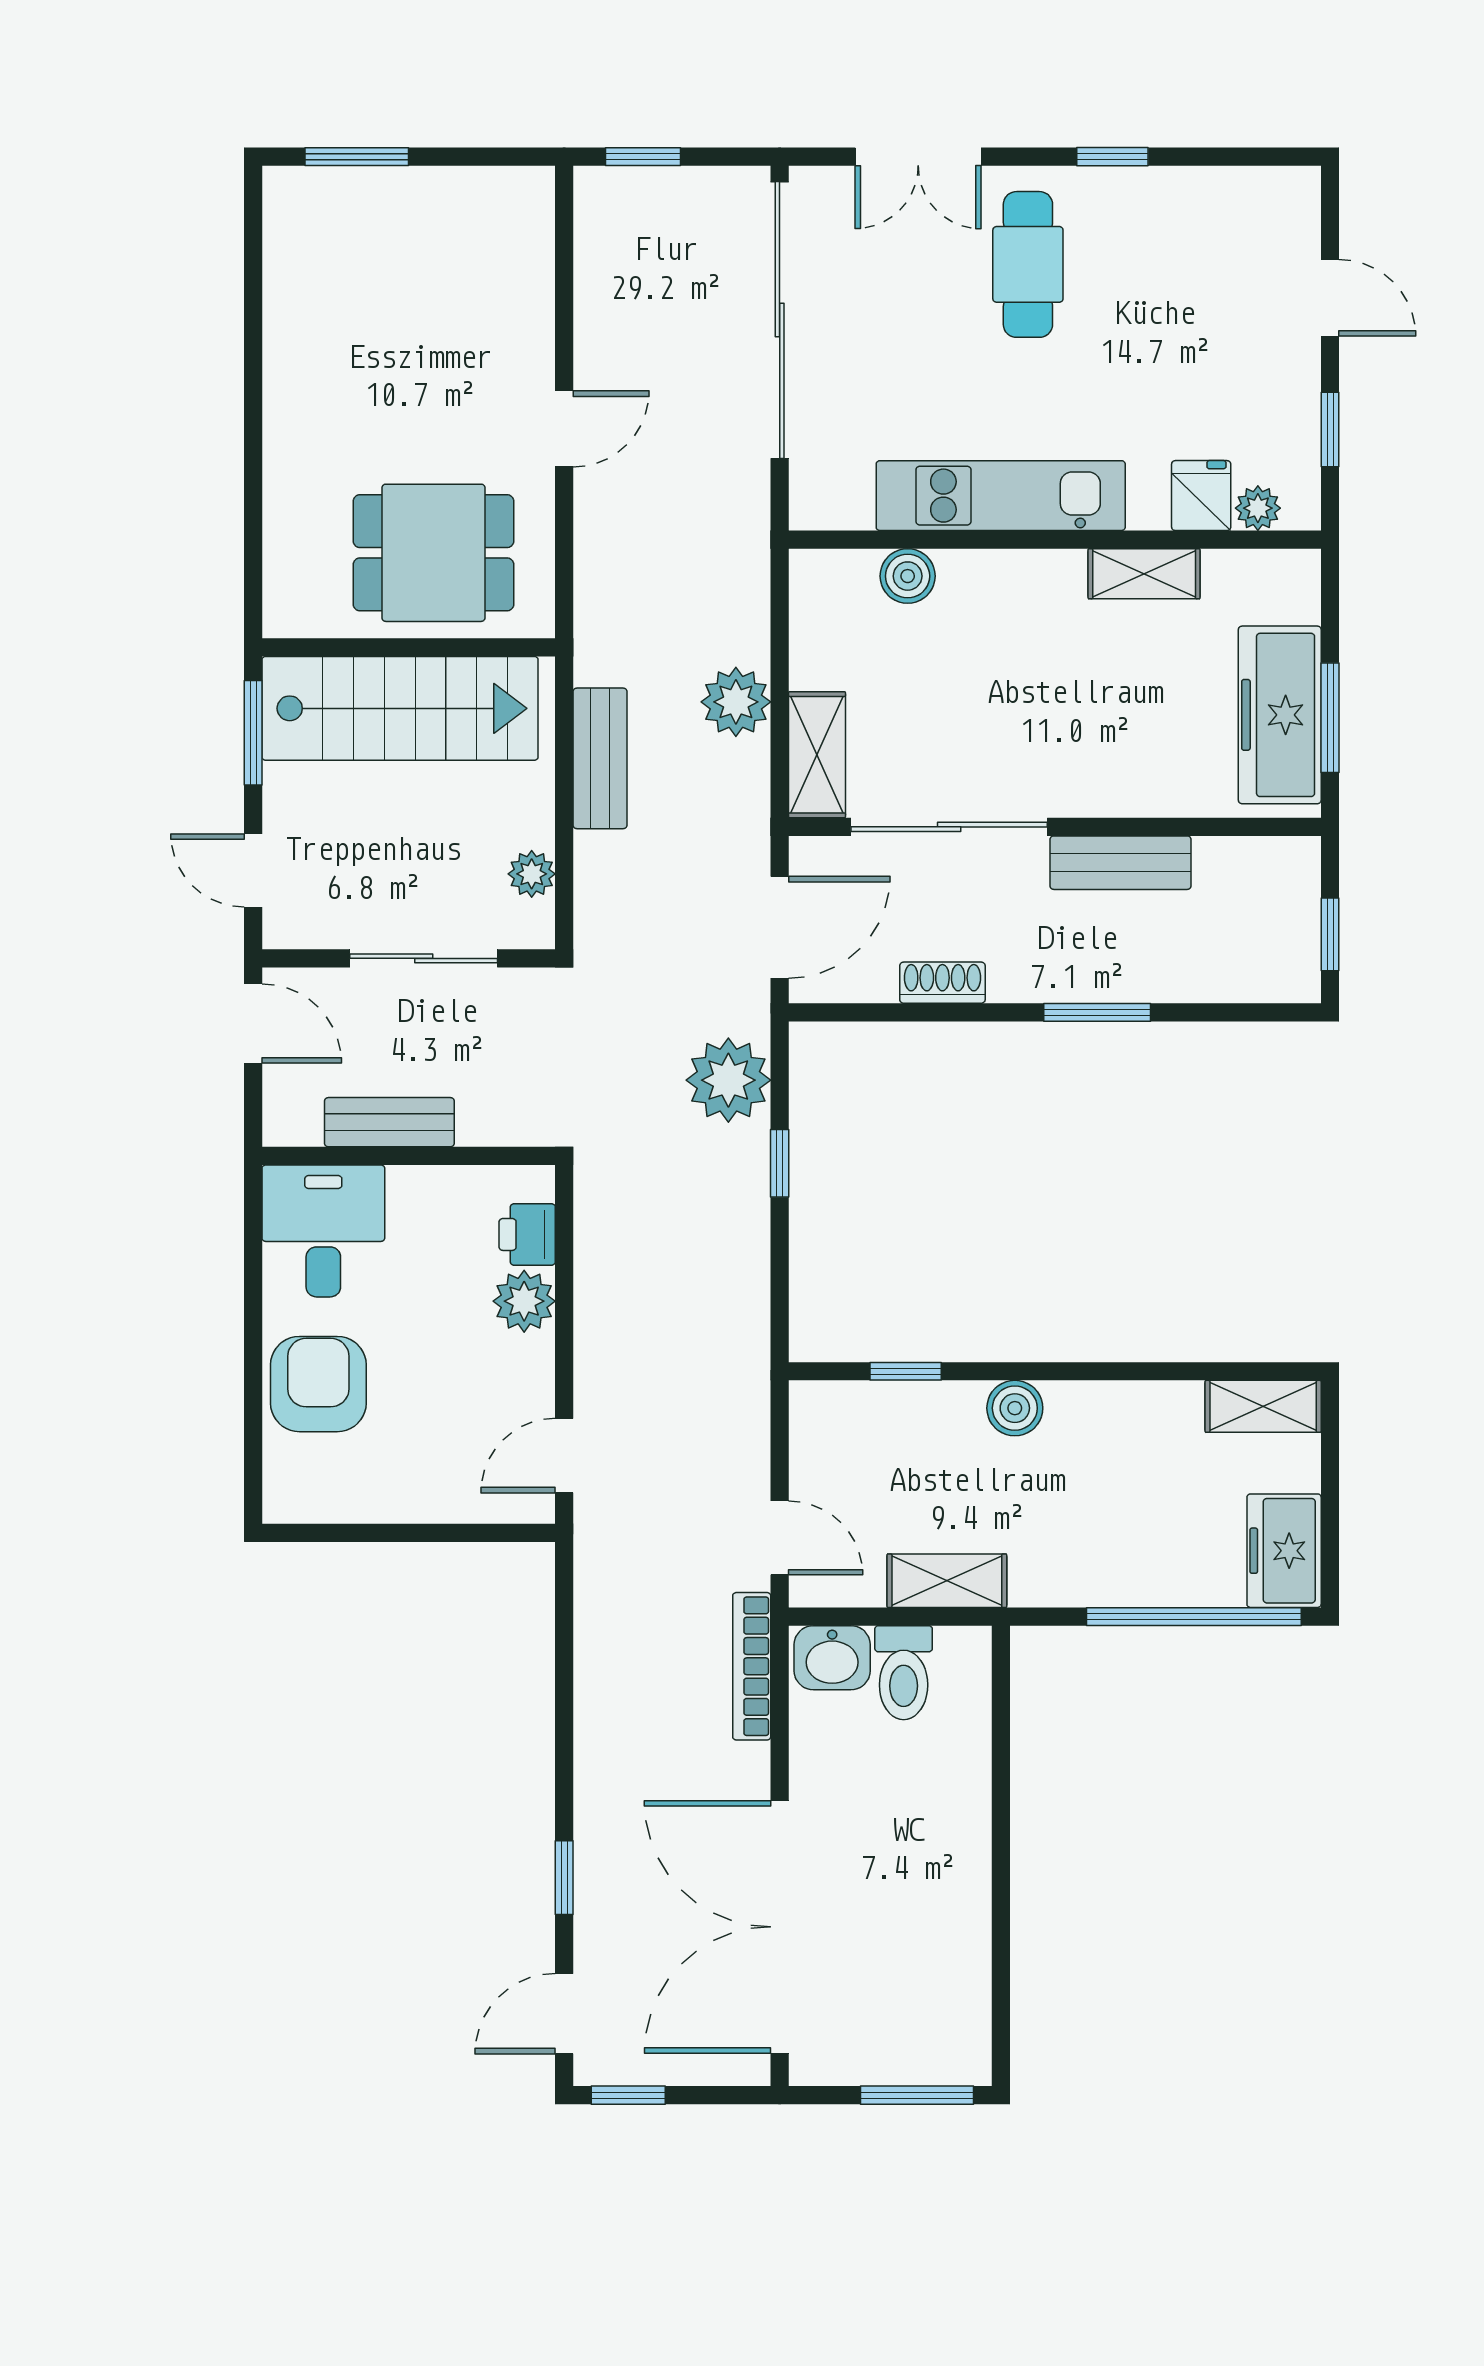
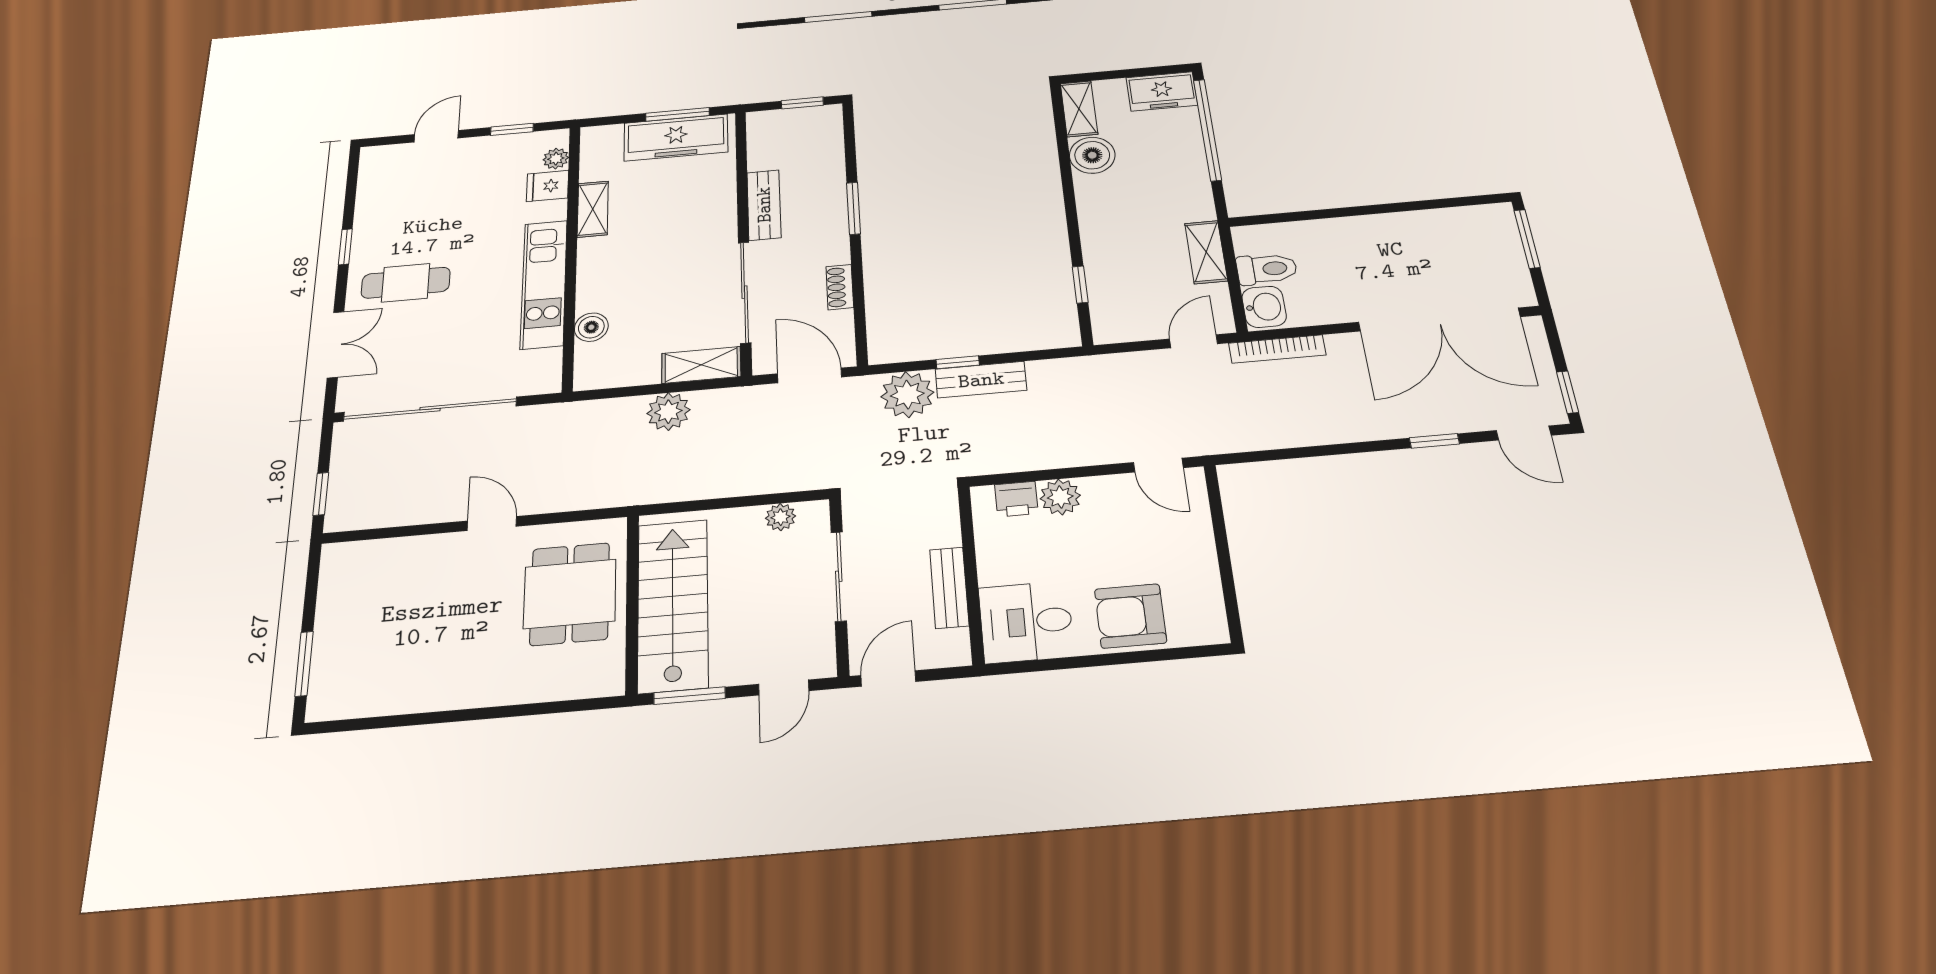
bench: (600, 758) -> (981, 380), moved
boiler: (1015, 1408) -> (1092, 155), moved, width x1.36, depth x1.36

